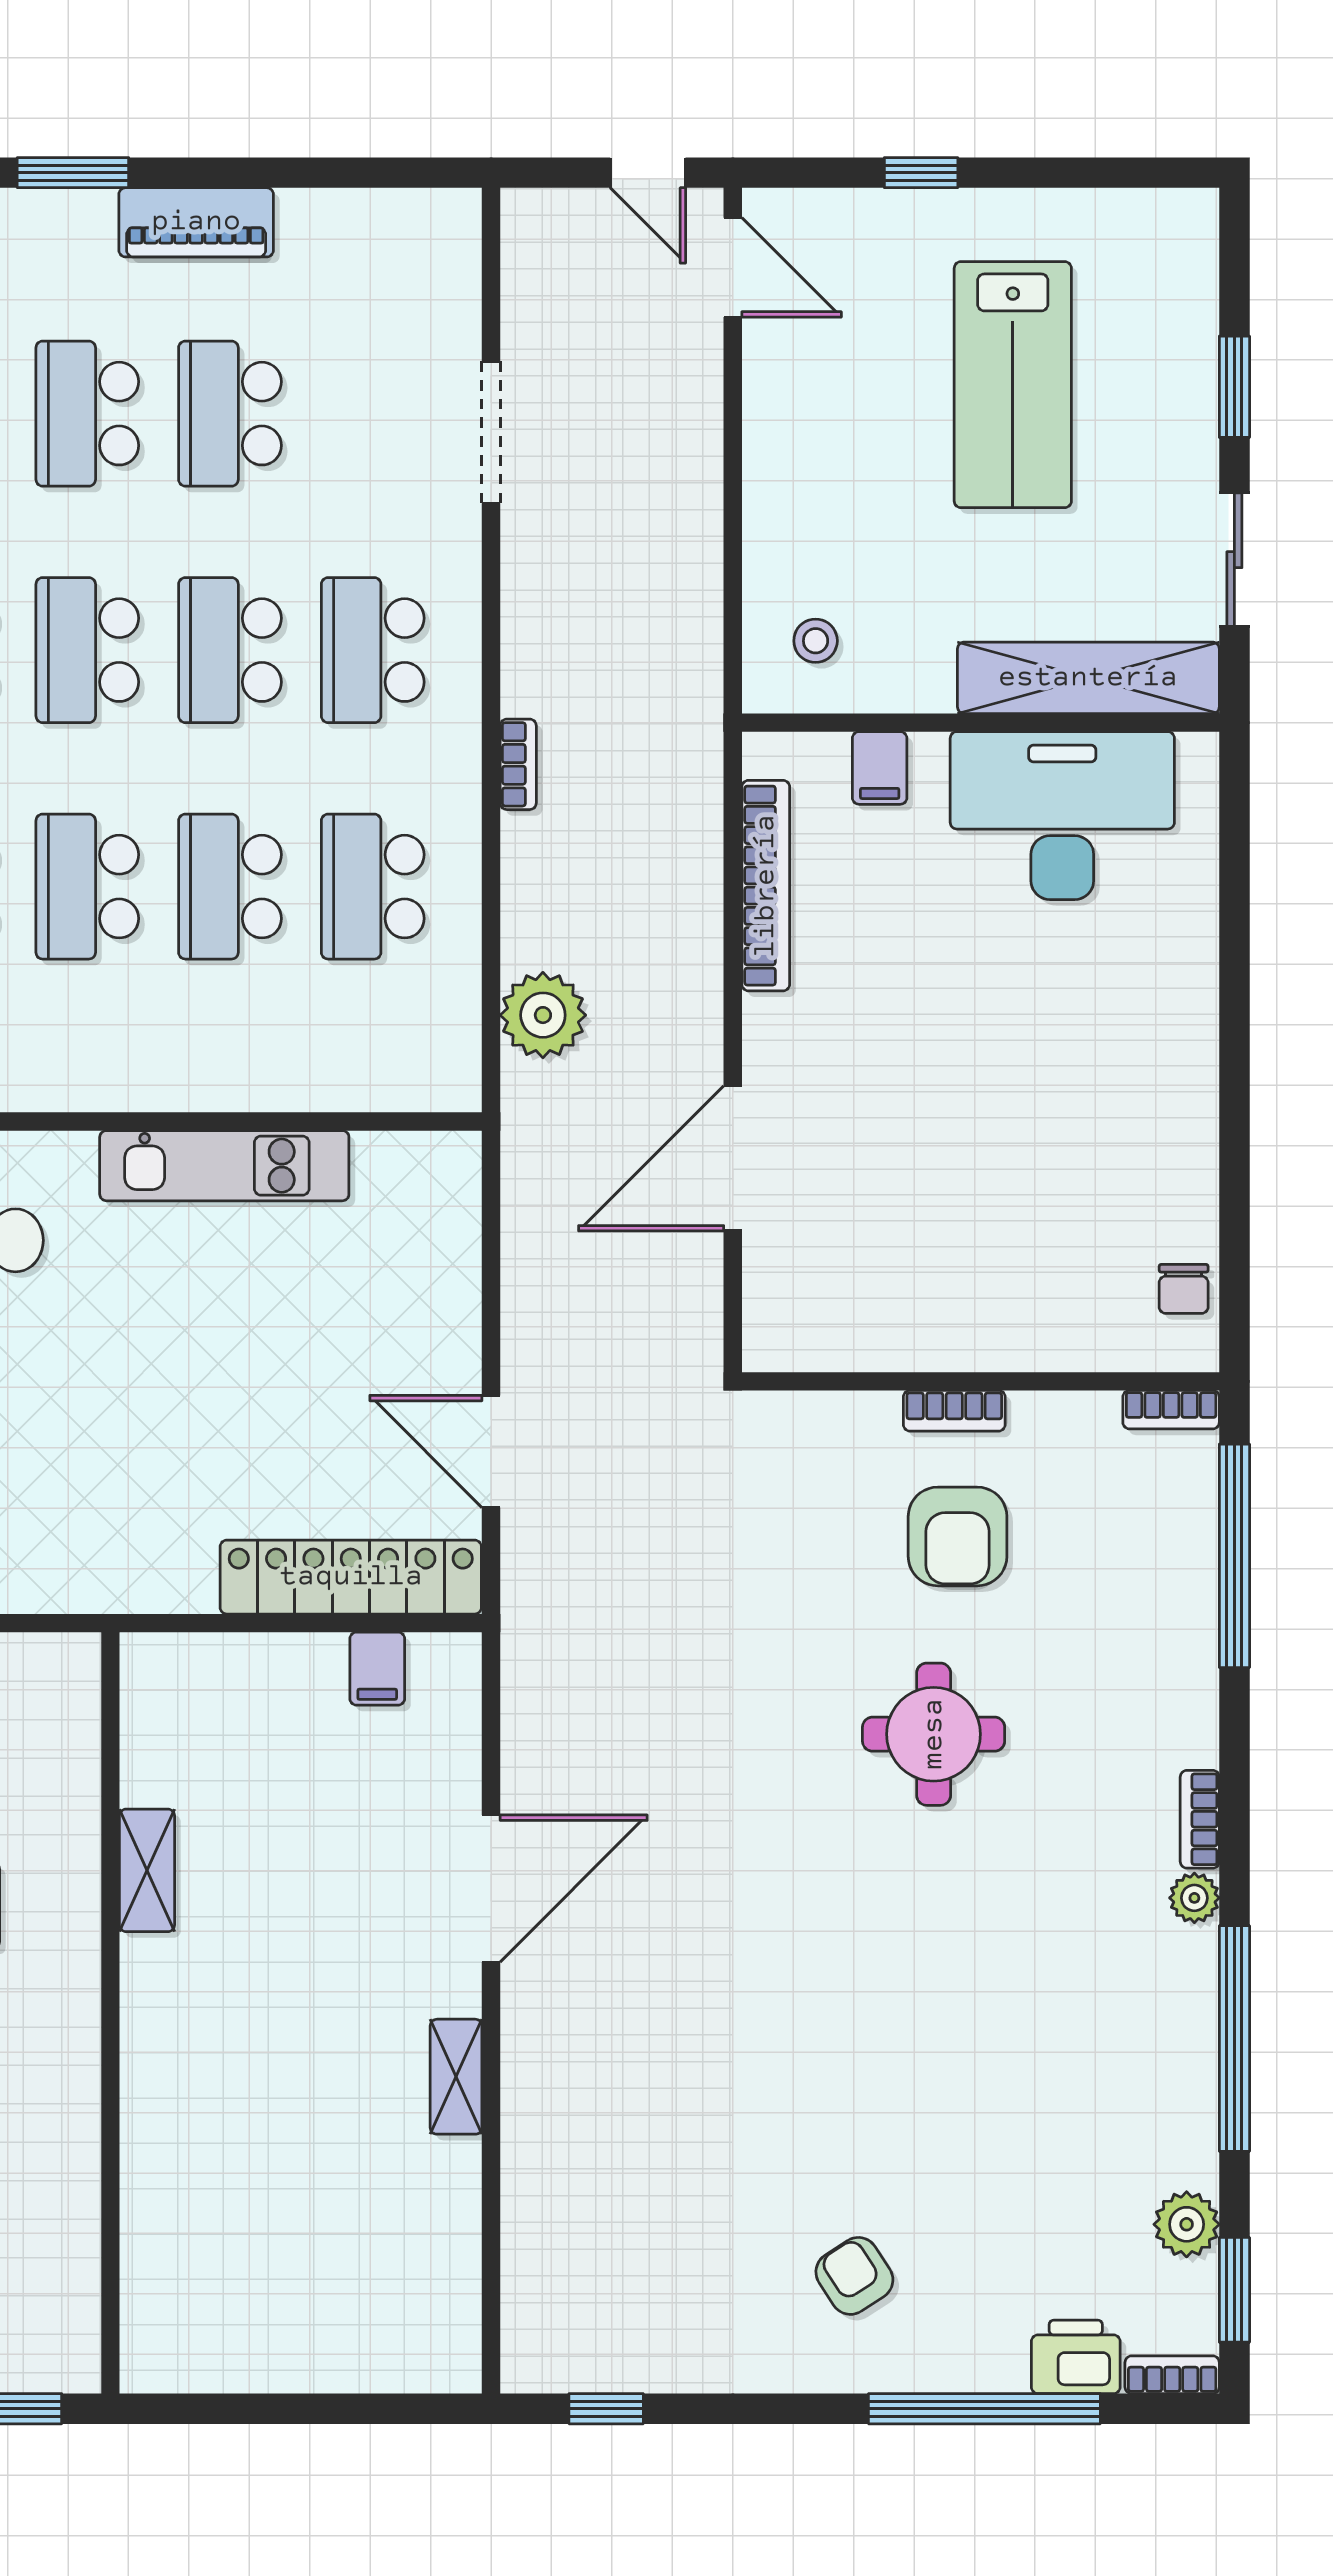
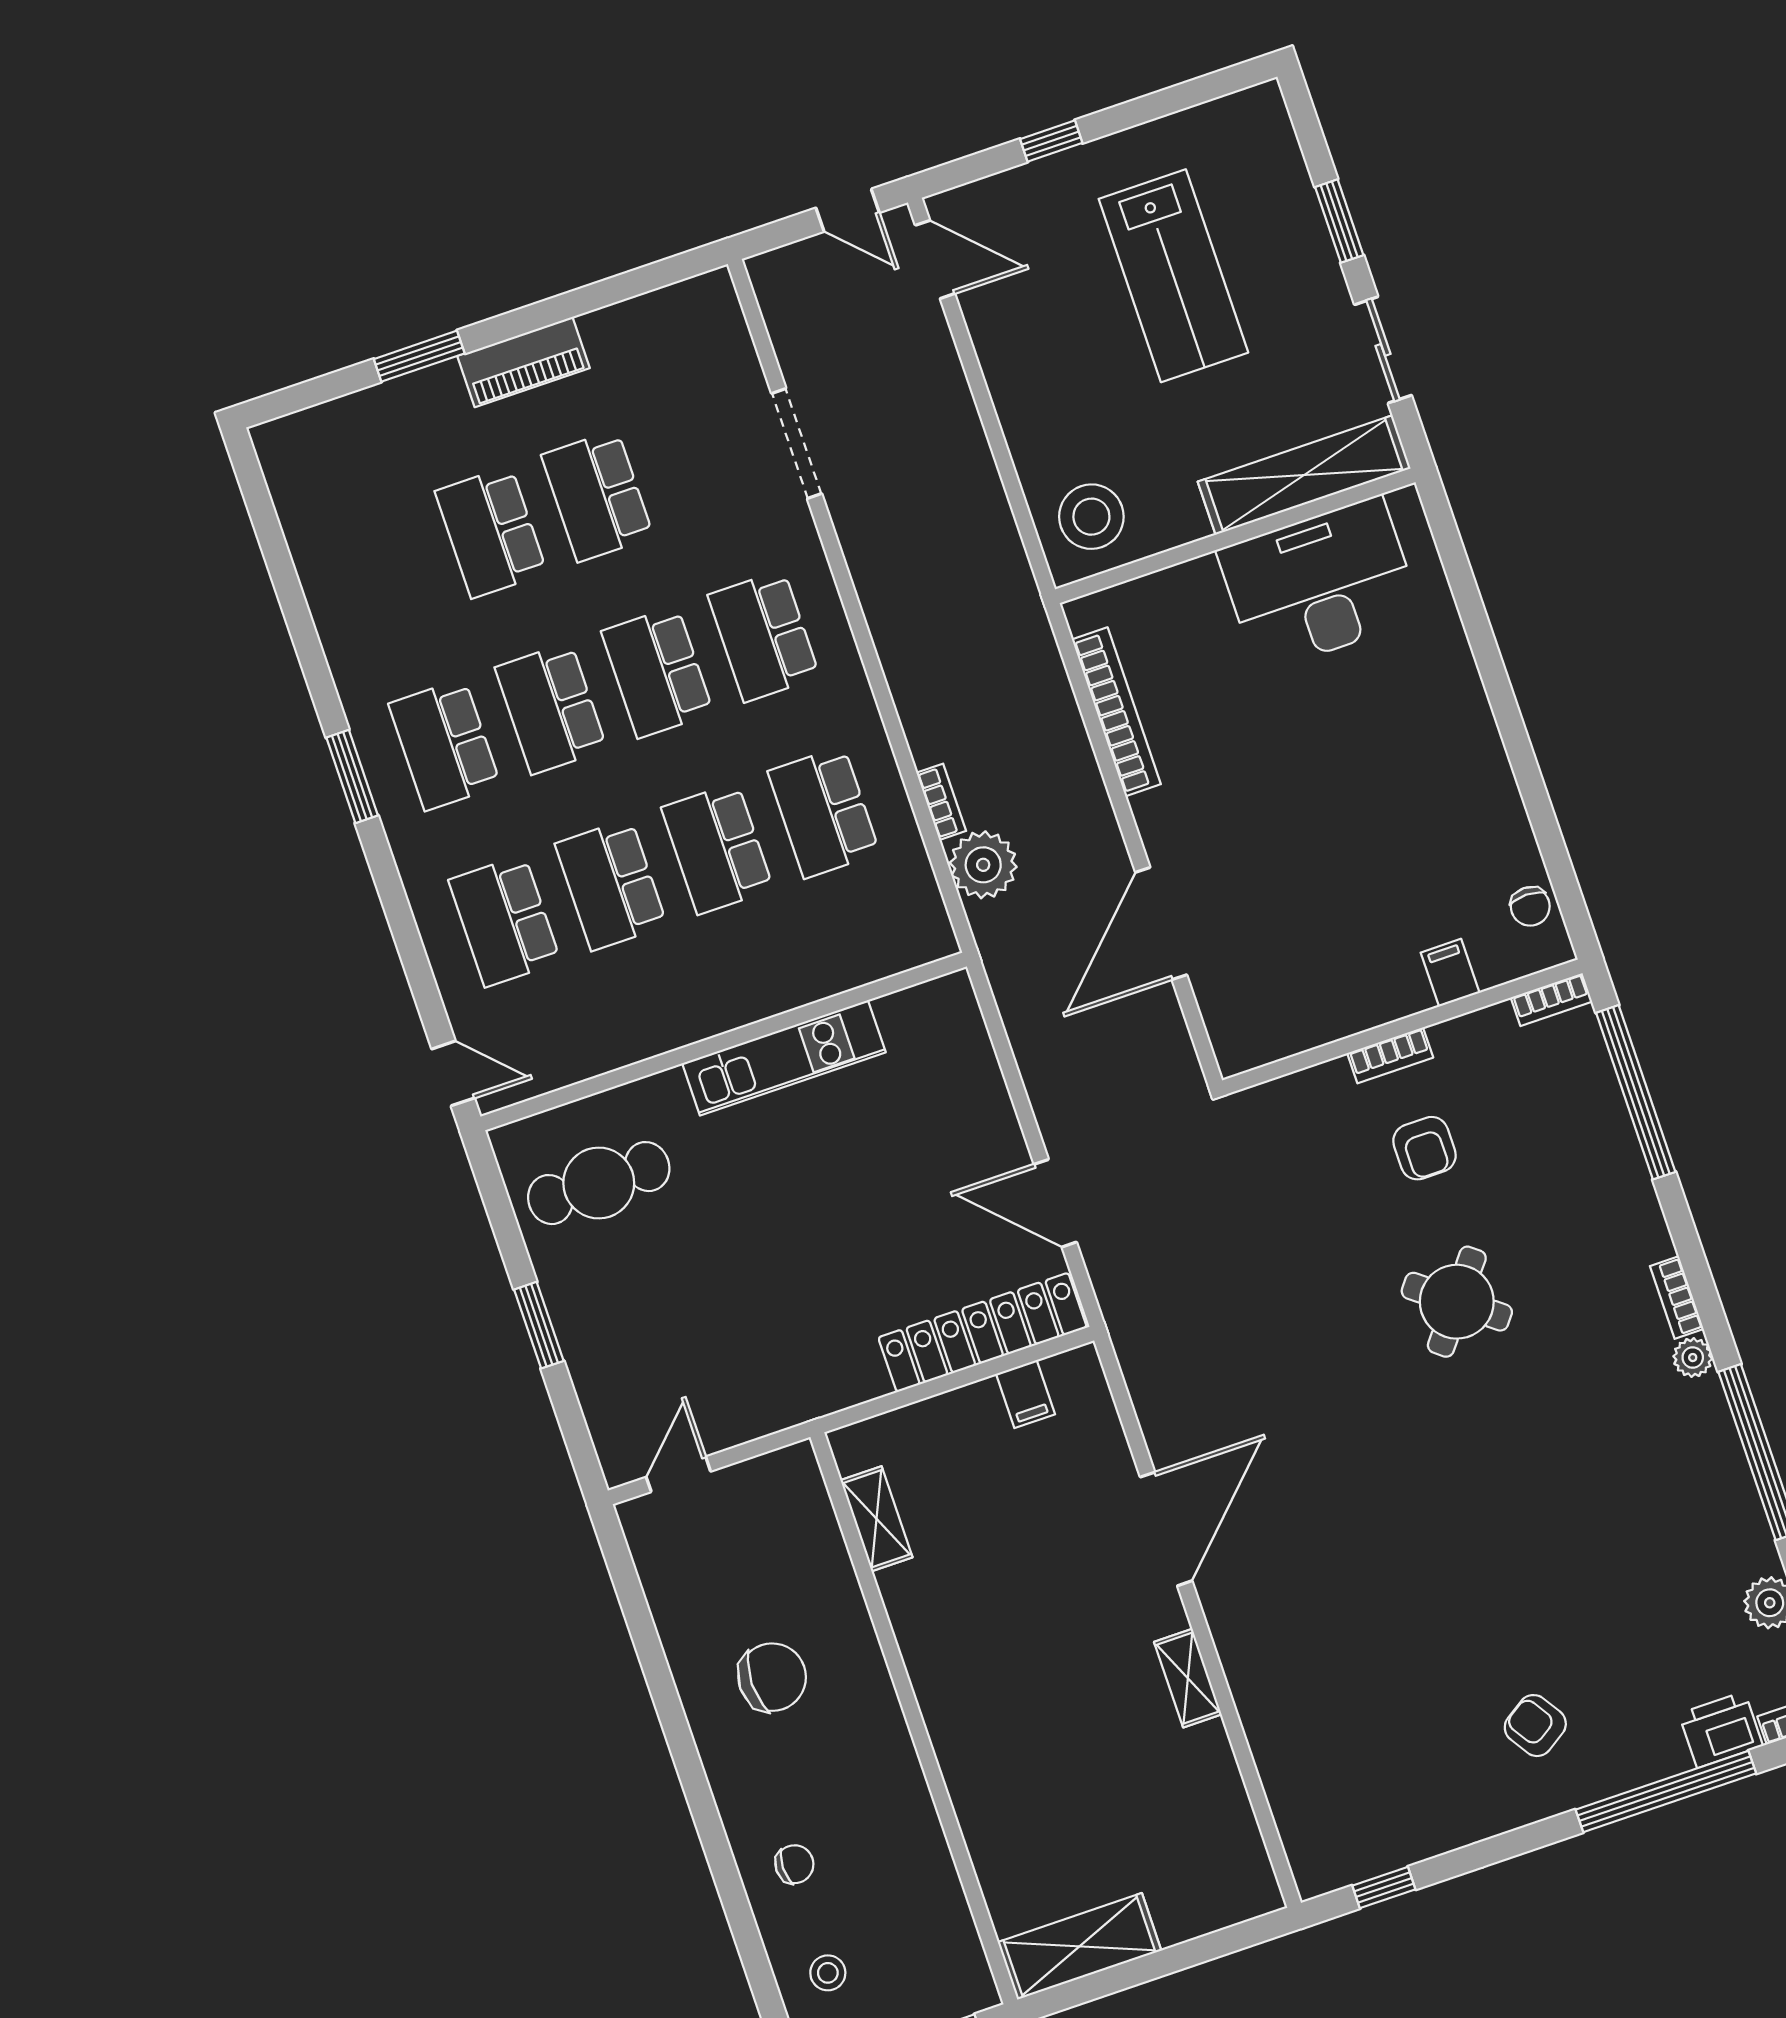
stool: (816, 641) -> (1091, 517), width x1.89, depth x1.89
bookcase: (518, 764) -> (941, 802), moved
filing cabinet: (880, 768) -> (1450, 973), moved, turned 180
armchair: (958, 1536) -> (1425, 1148), width x0.72, depth x0.72
round table: (934, 1734) -> (1457, 1302), turned 38
shelving: (147, 1870) -> (876, 1519), moved
shelving: (216, 2355) -> (1080, 1946), added

